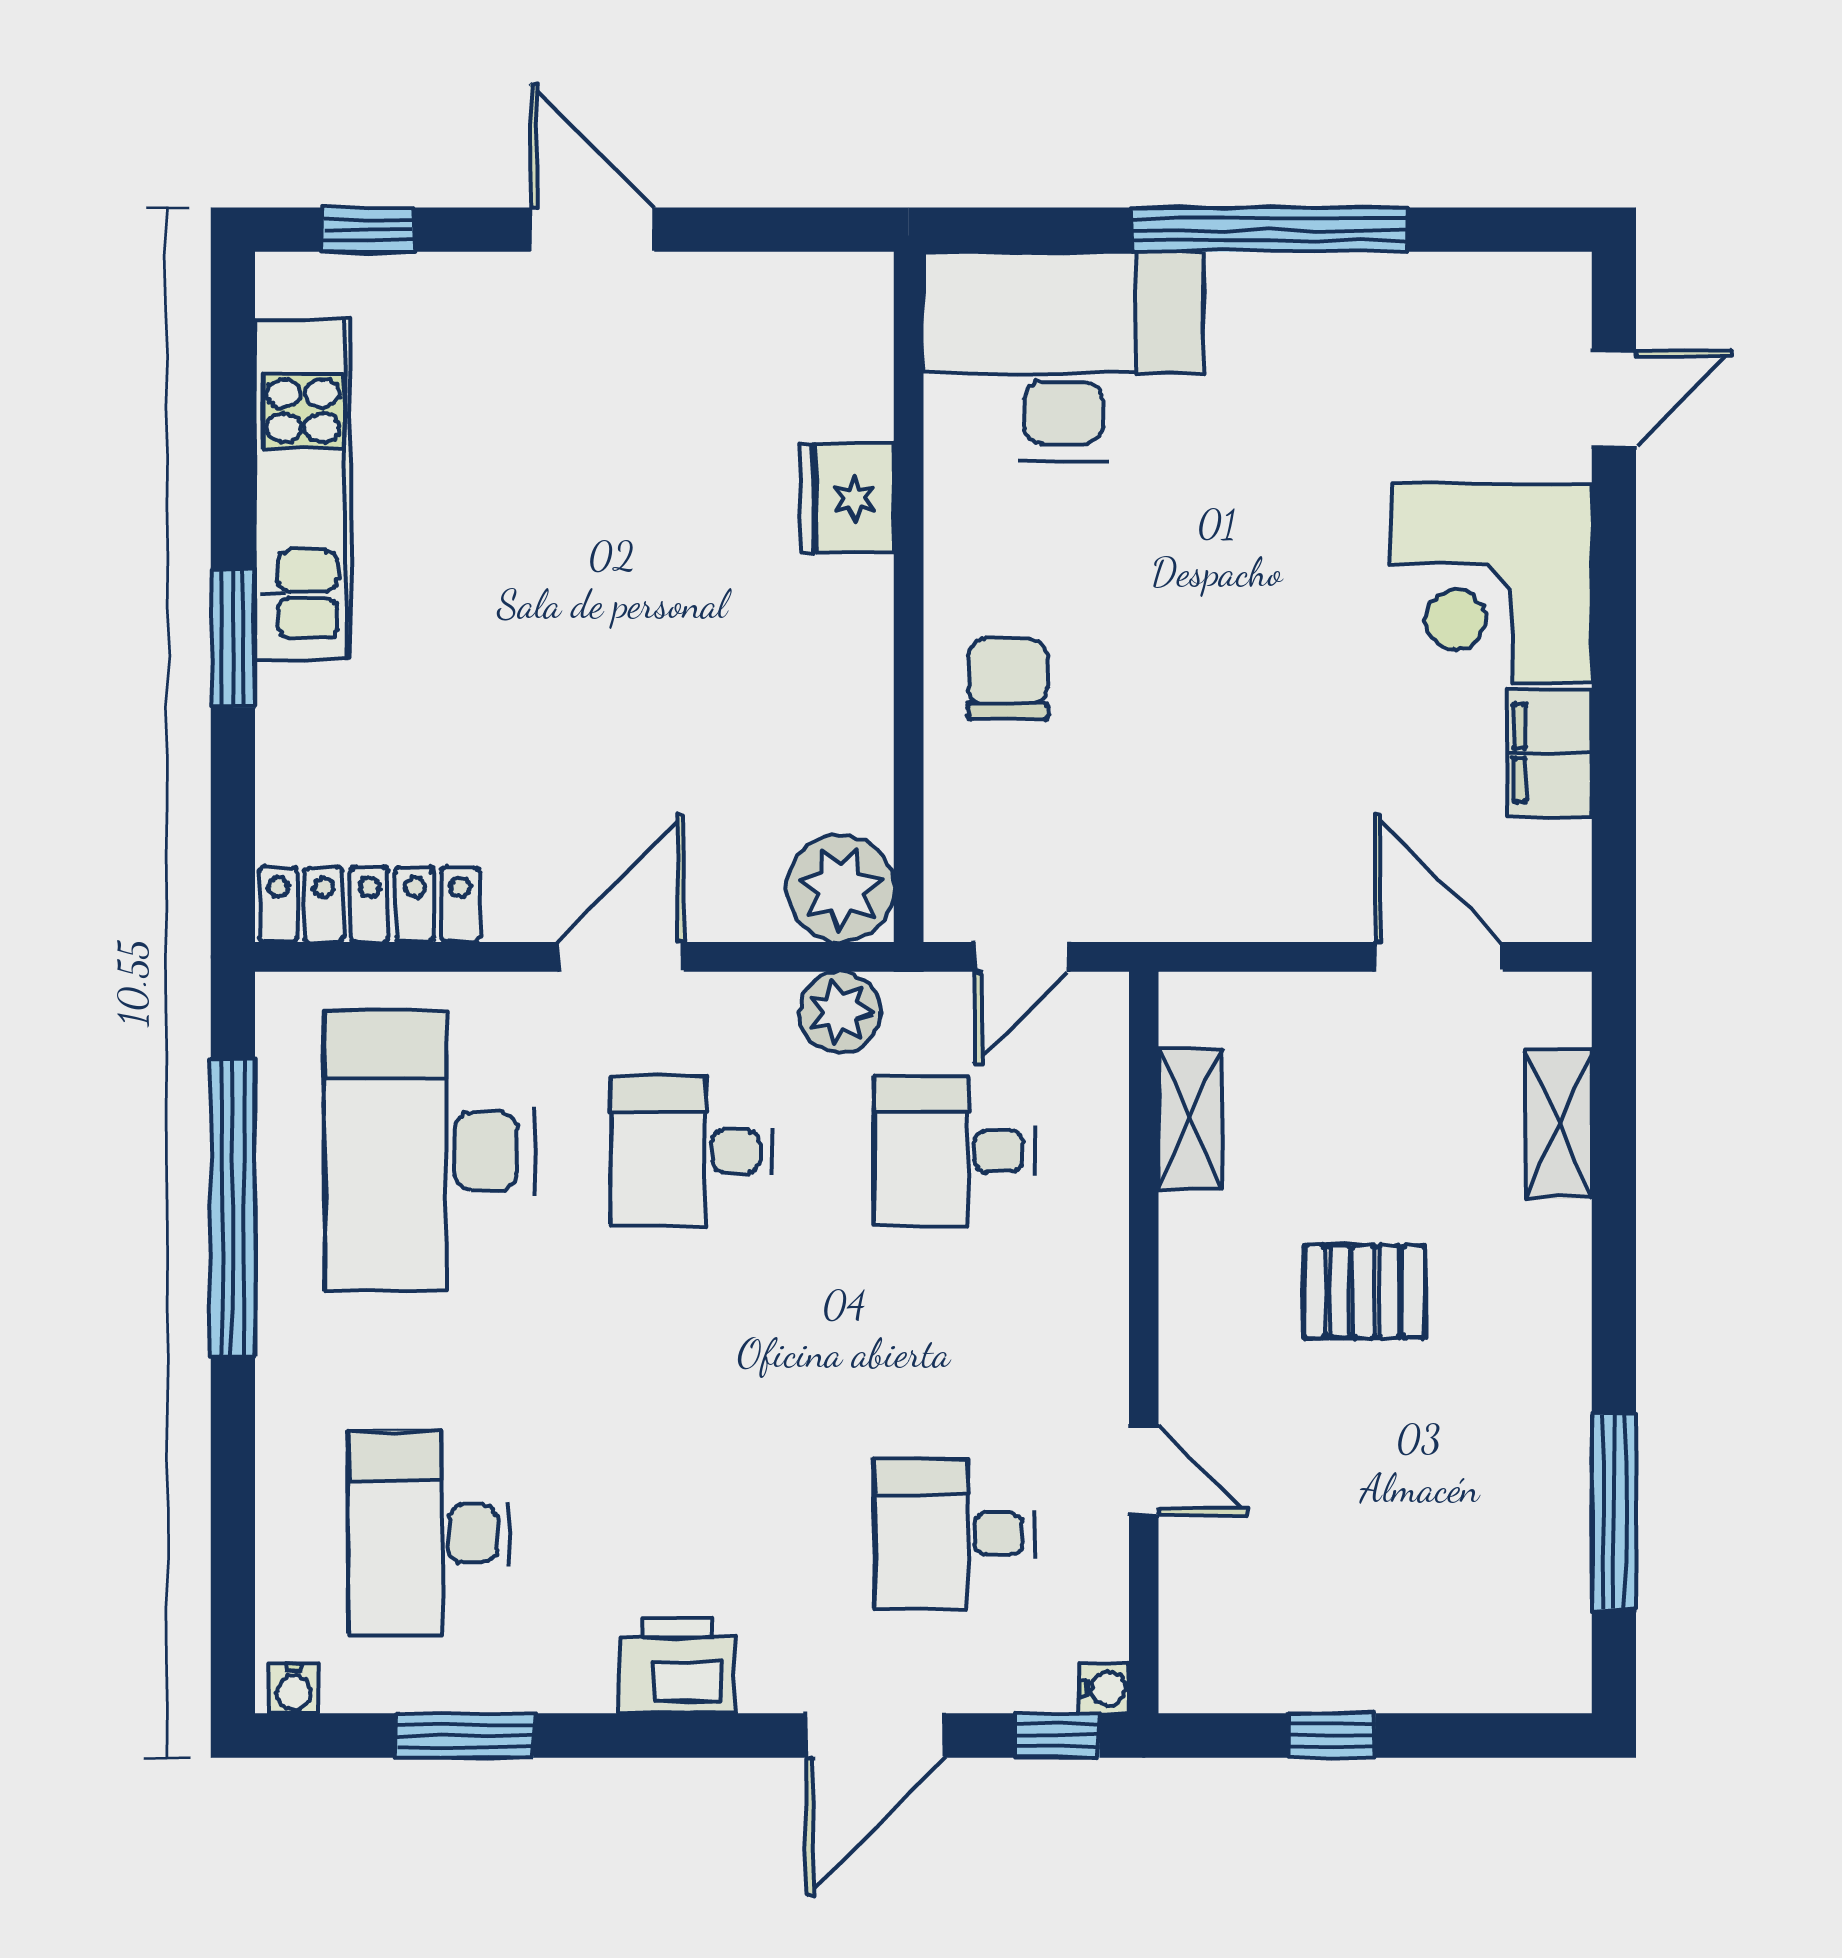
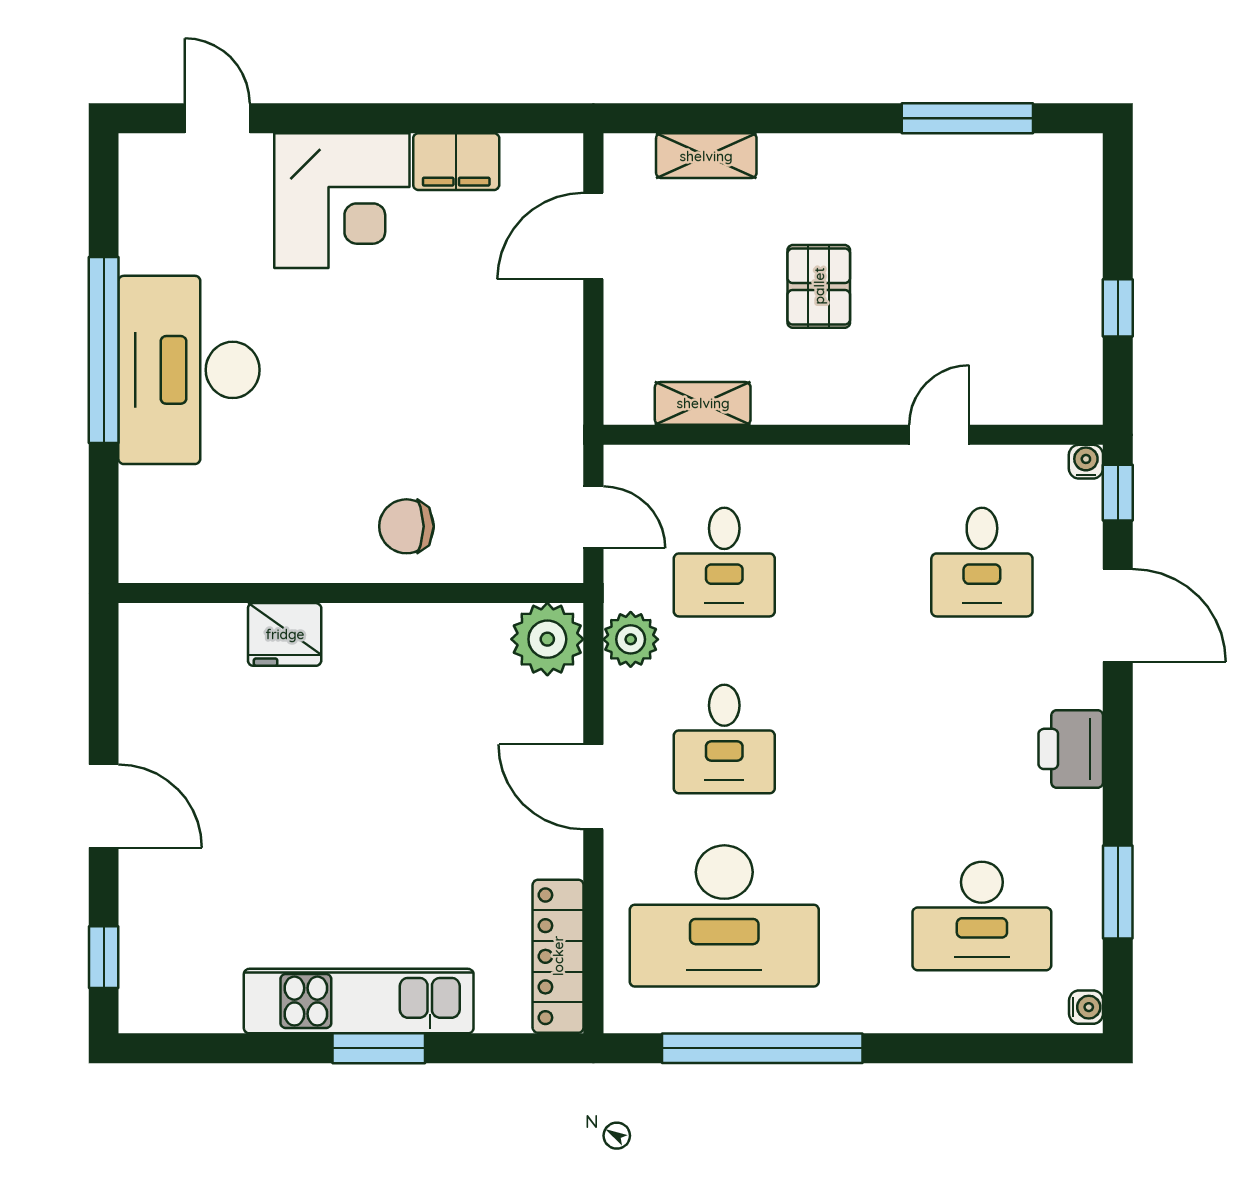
door: (592, 230) -> (104, 806), swing flipped
desk: (1063, 356) -> (189, 370), moved
kitchen unit: (303, 489) -> (359, 1001), moved

